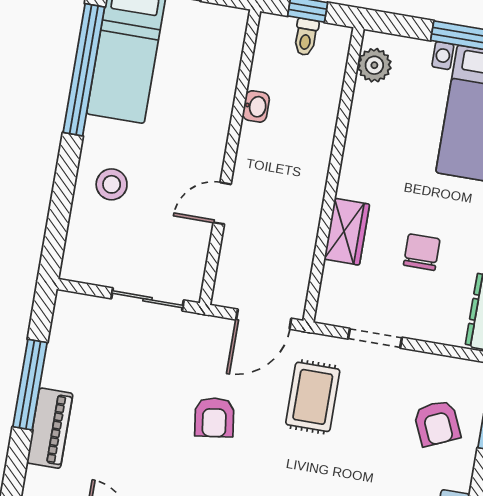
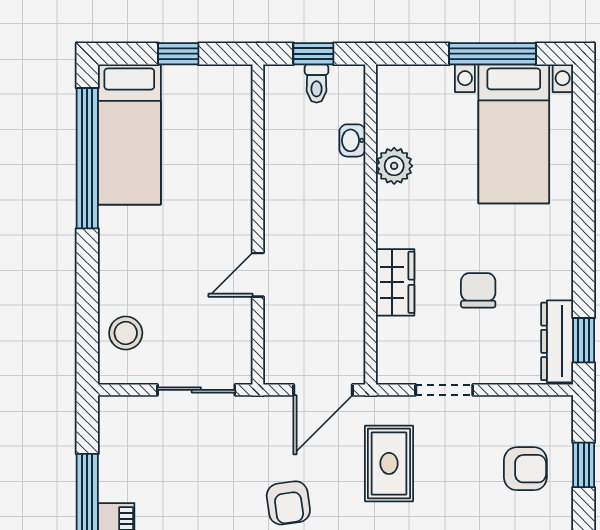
plant: (374, 65) -> (394, 166), moved
washbasin: (256, 106) -> (352, 140), moved, turned 180
stool: (112, 184) -> (126, 333), moved
armchair: (437, 423) -> (525, 469), turned -66

